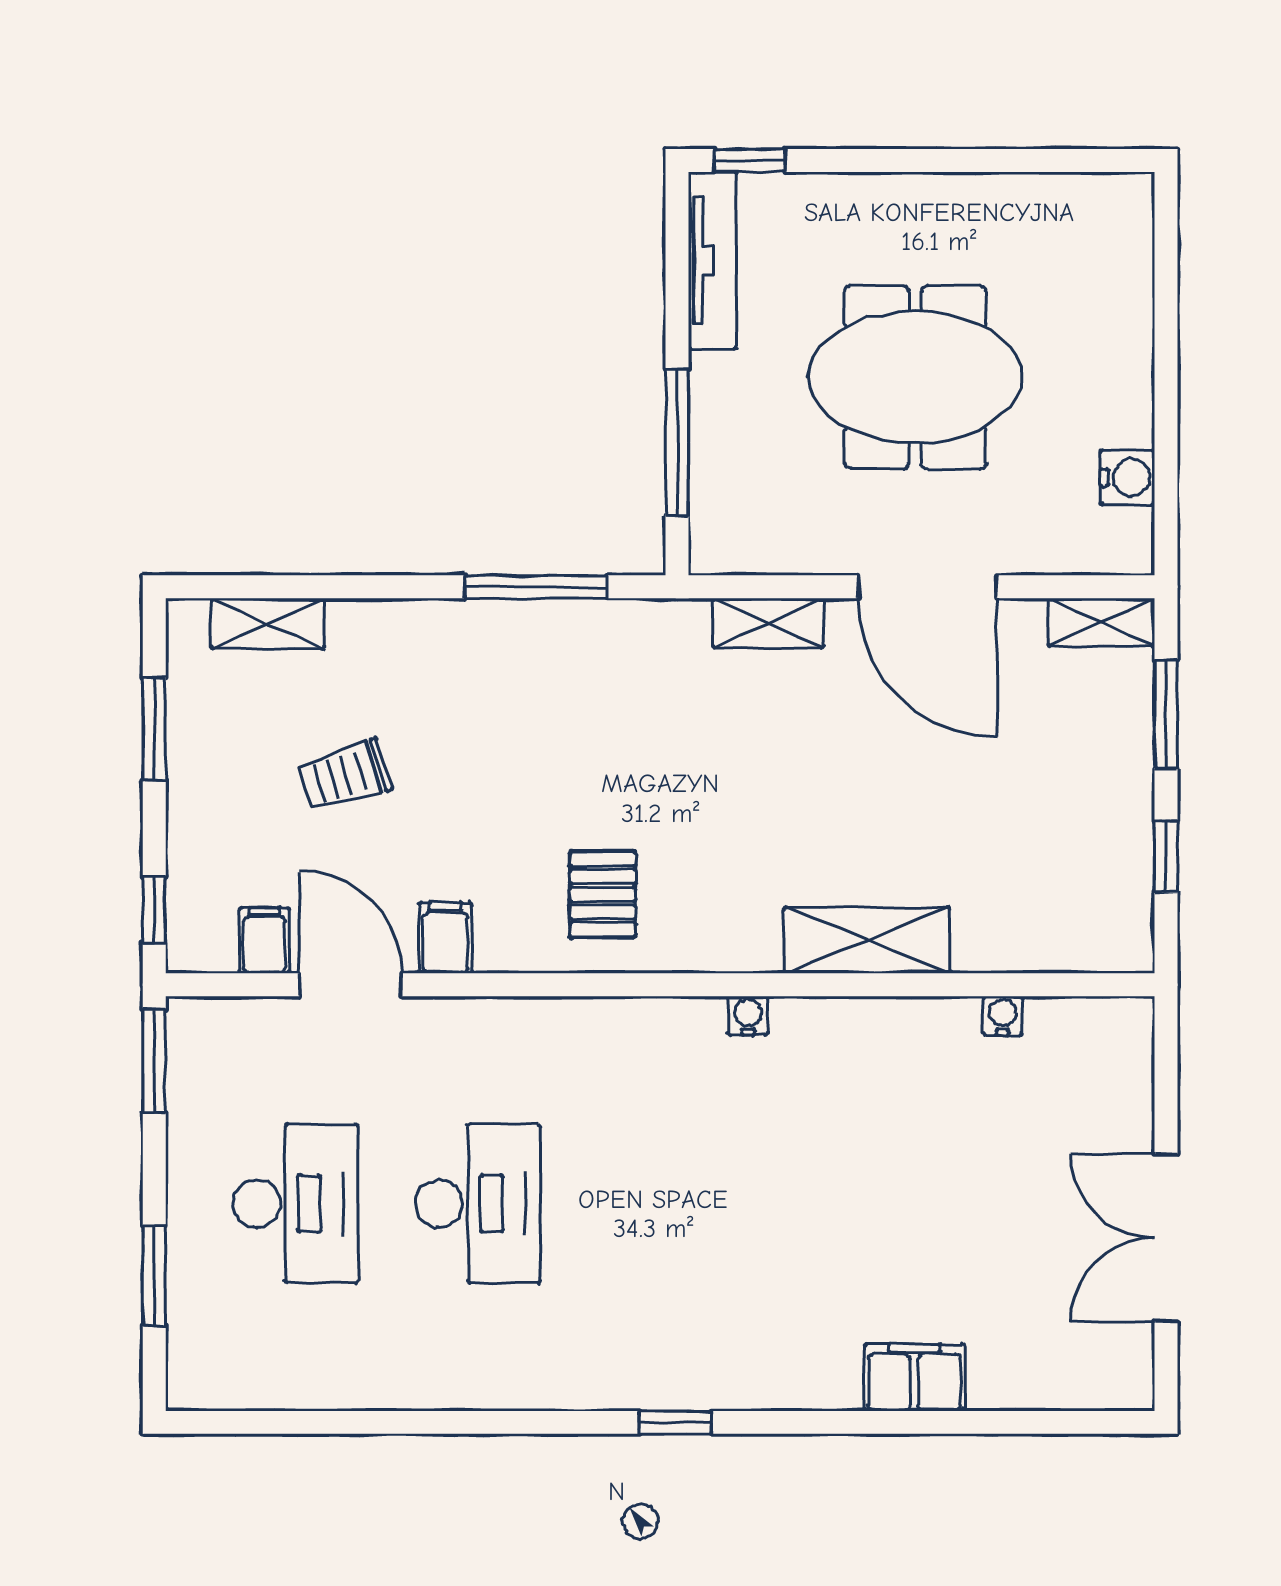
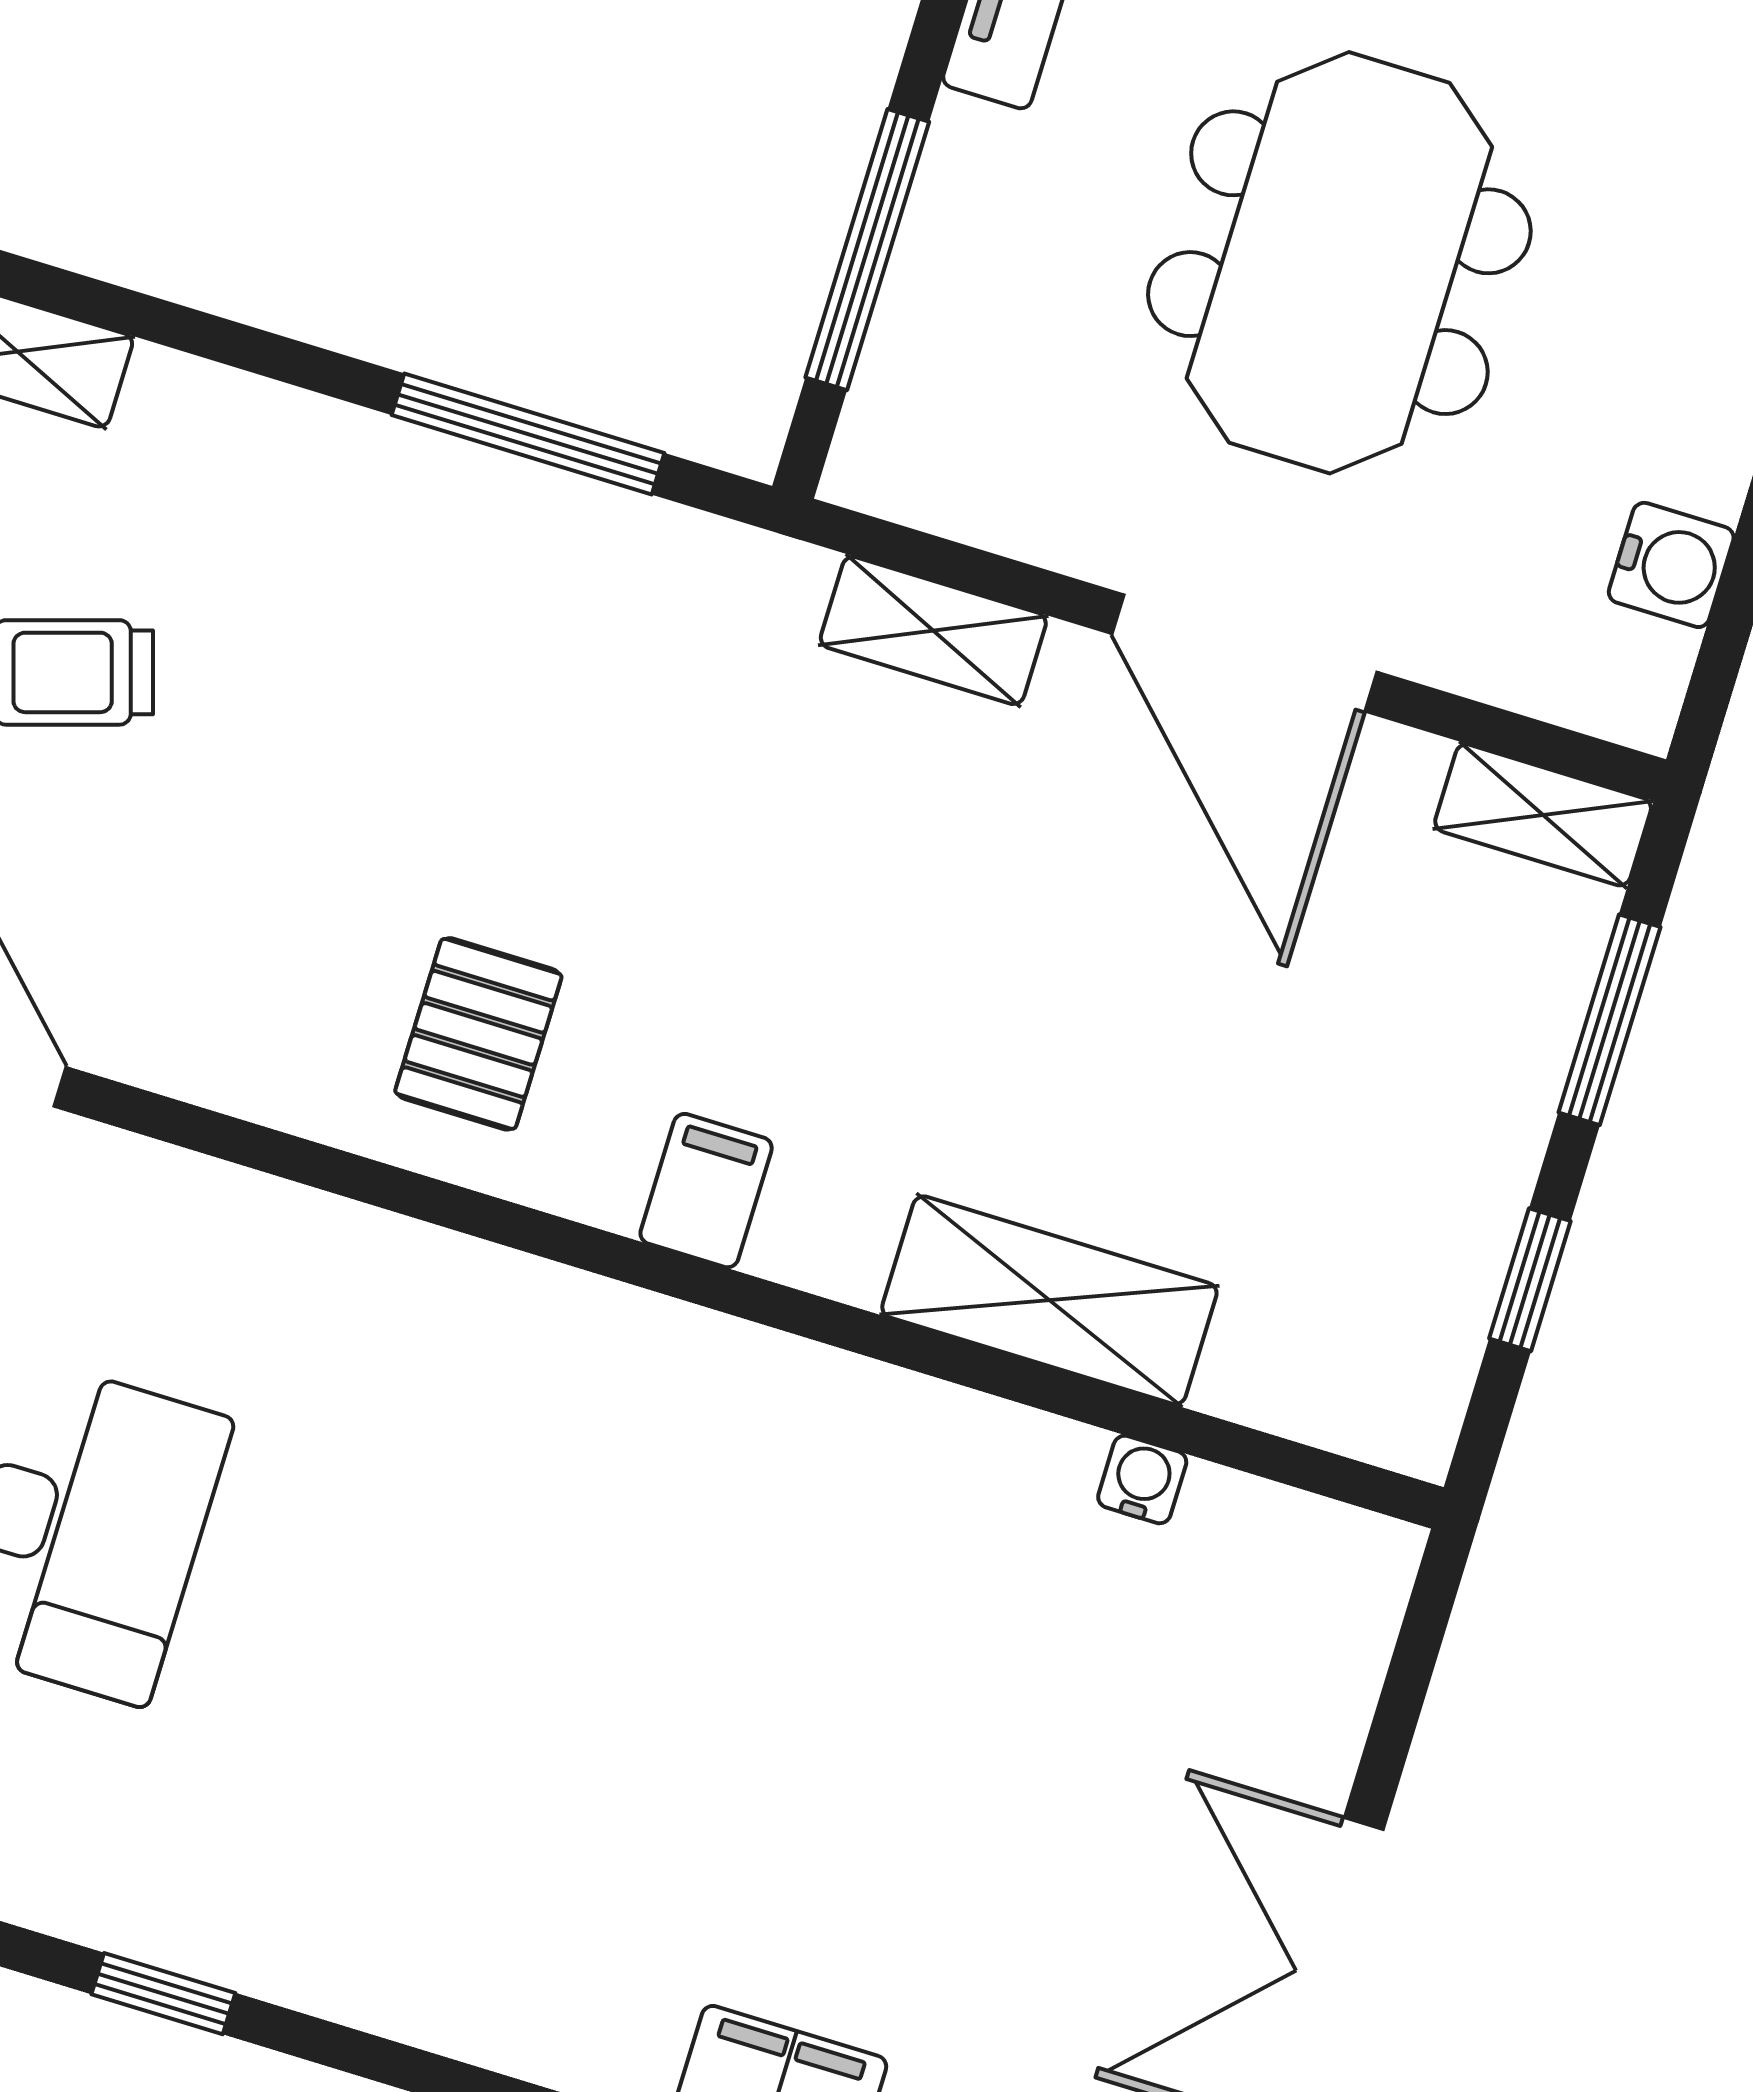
meeting table: (915, 377) -> (1339, 263), turned 90
filing cabinet: (445, 938) -> (706, 1191), moved
shelving: (867, 940) -> (1049, 1300), moved
water cooler: (748, 1016) -> (676, 1337), removed
window: (675, 1422) -> (163, 1994), moved

